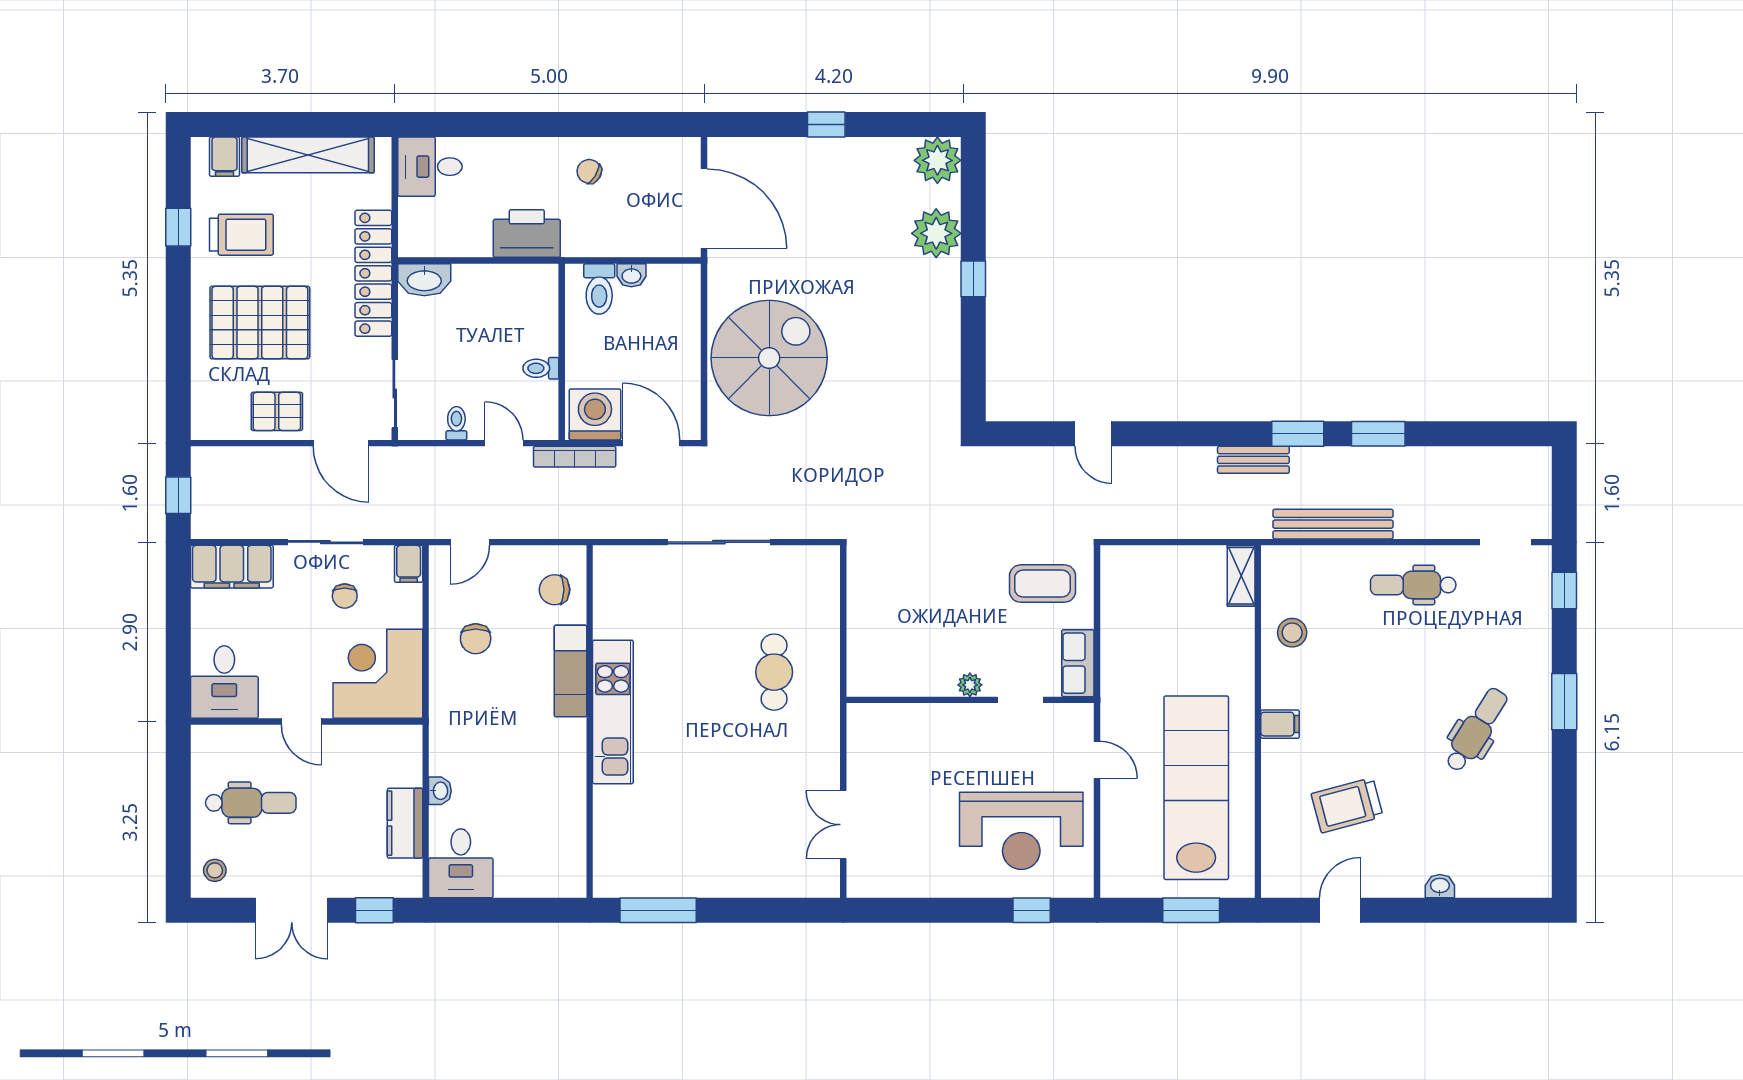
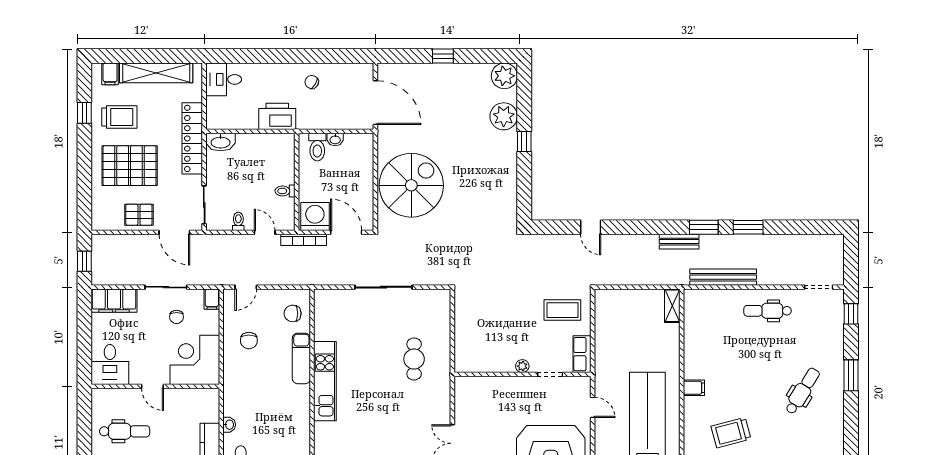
stool: (1292, 633) -> (701, 337), removed

